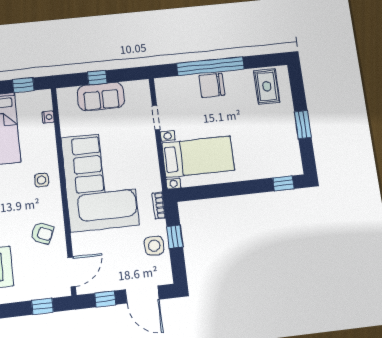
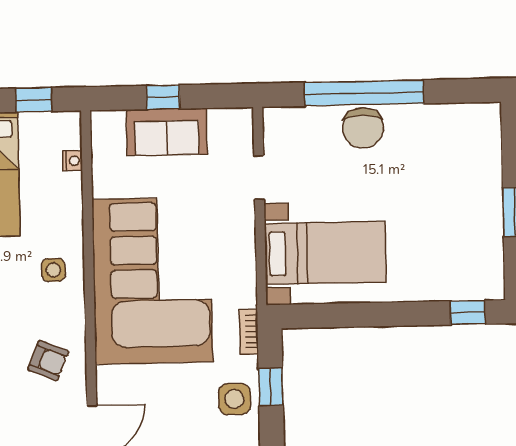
chair: (212, 85) -> (363, 128), turned -90
rug: (267, 86) -> (460, 138), removed

